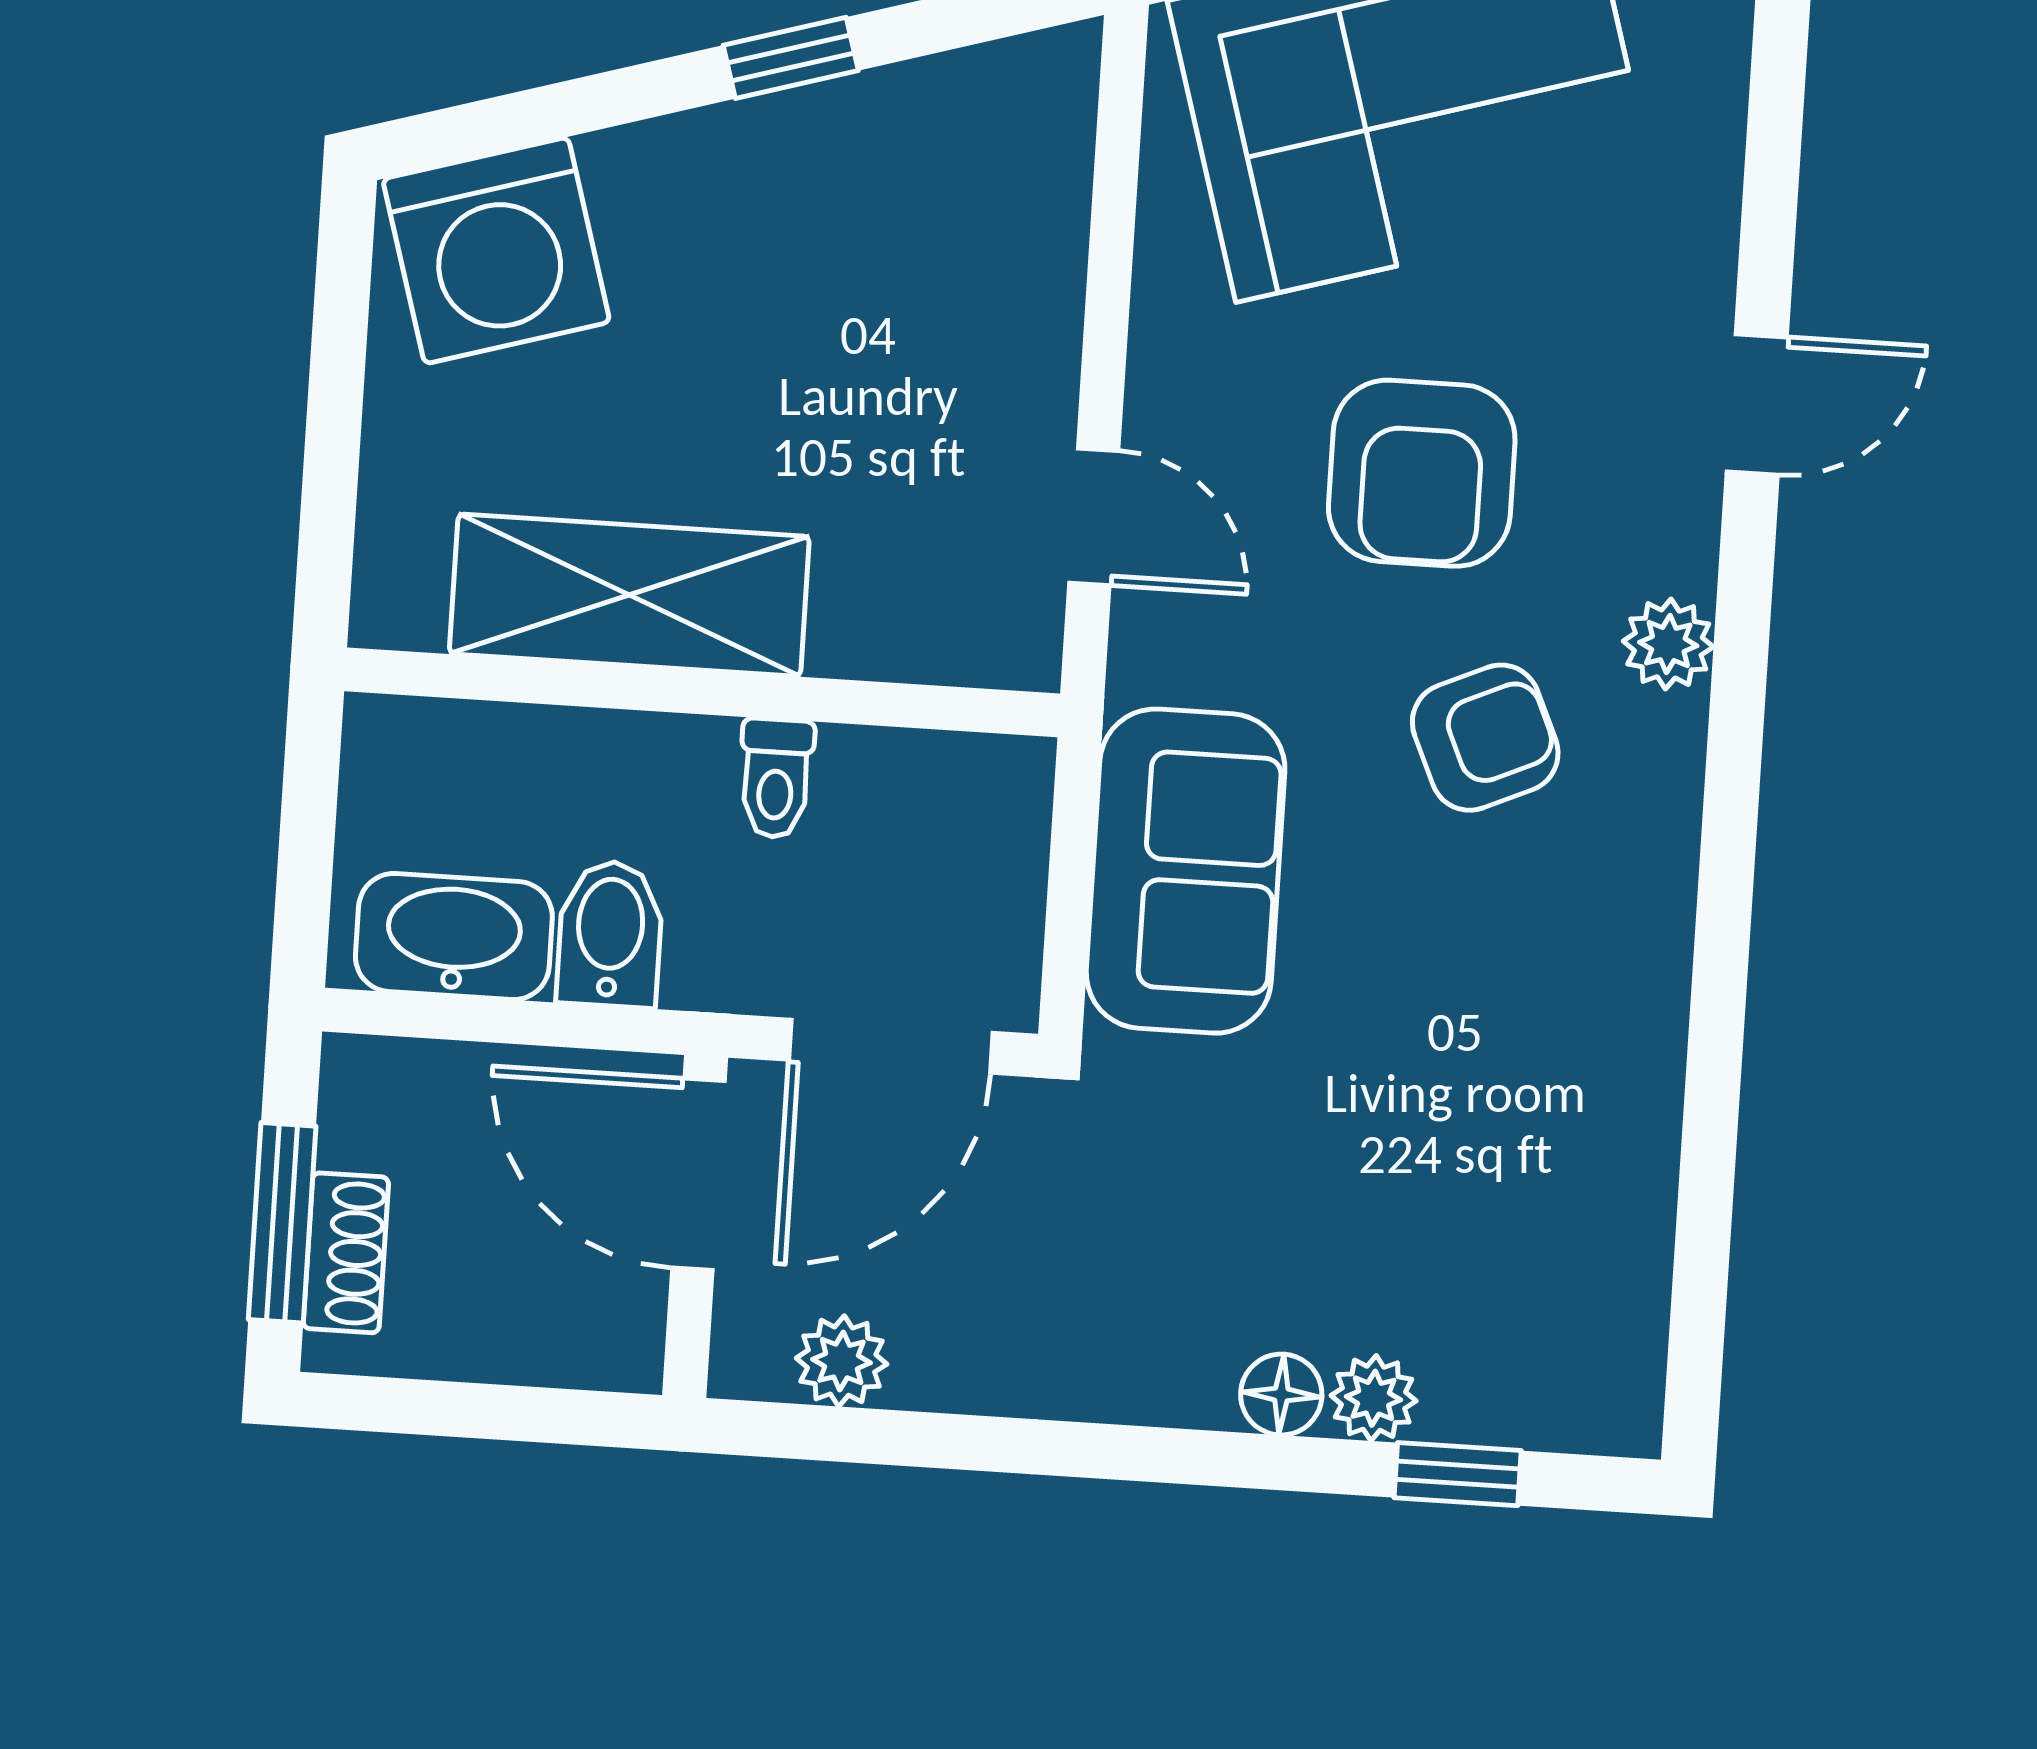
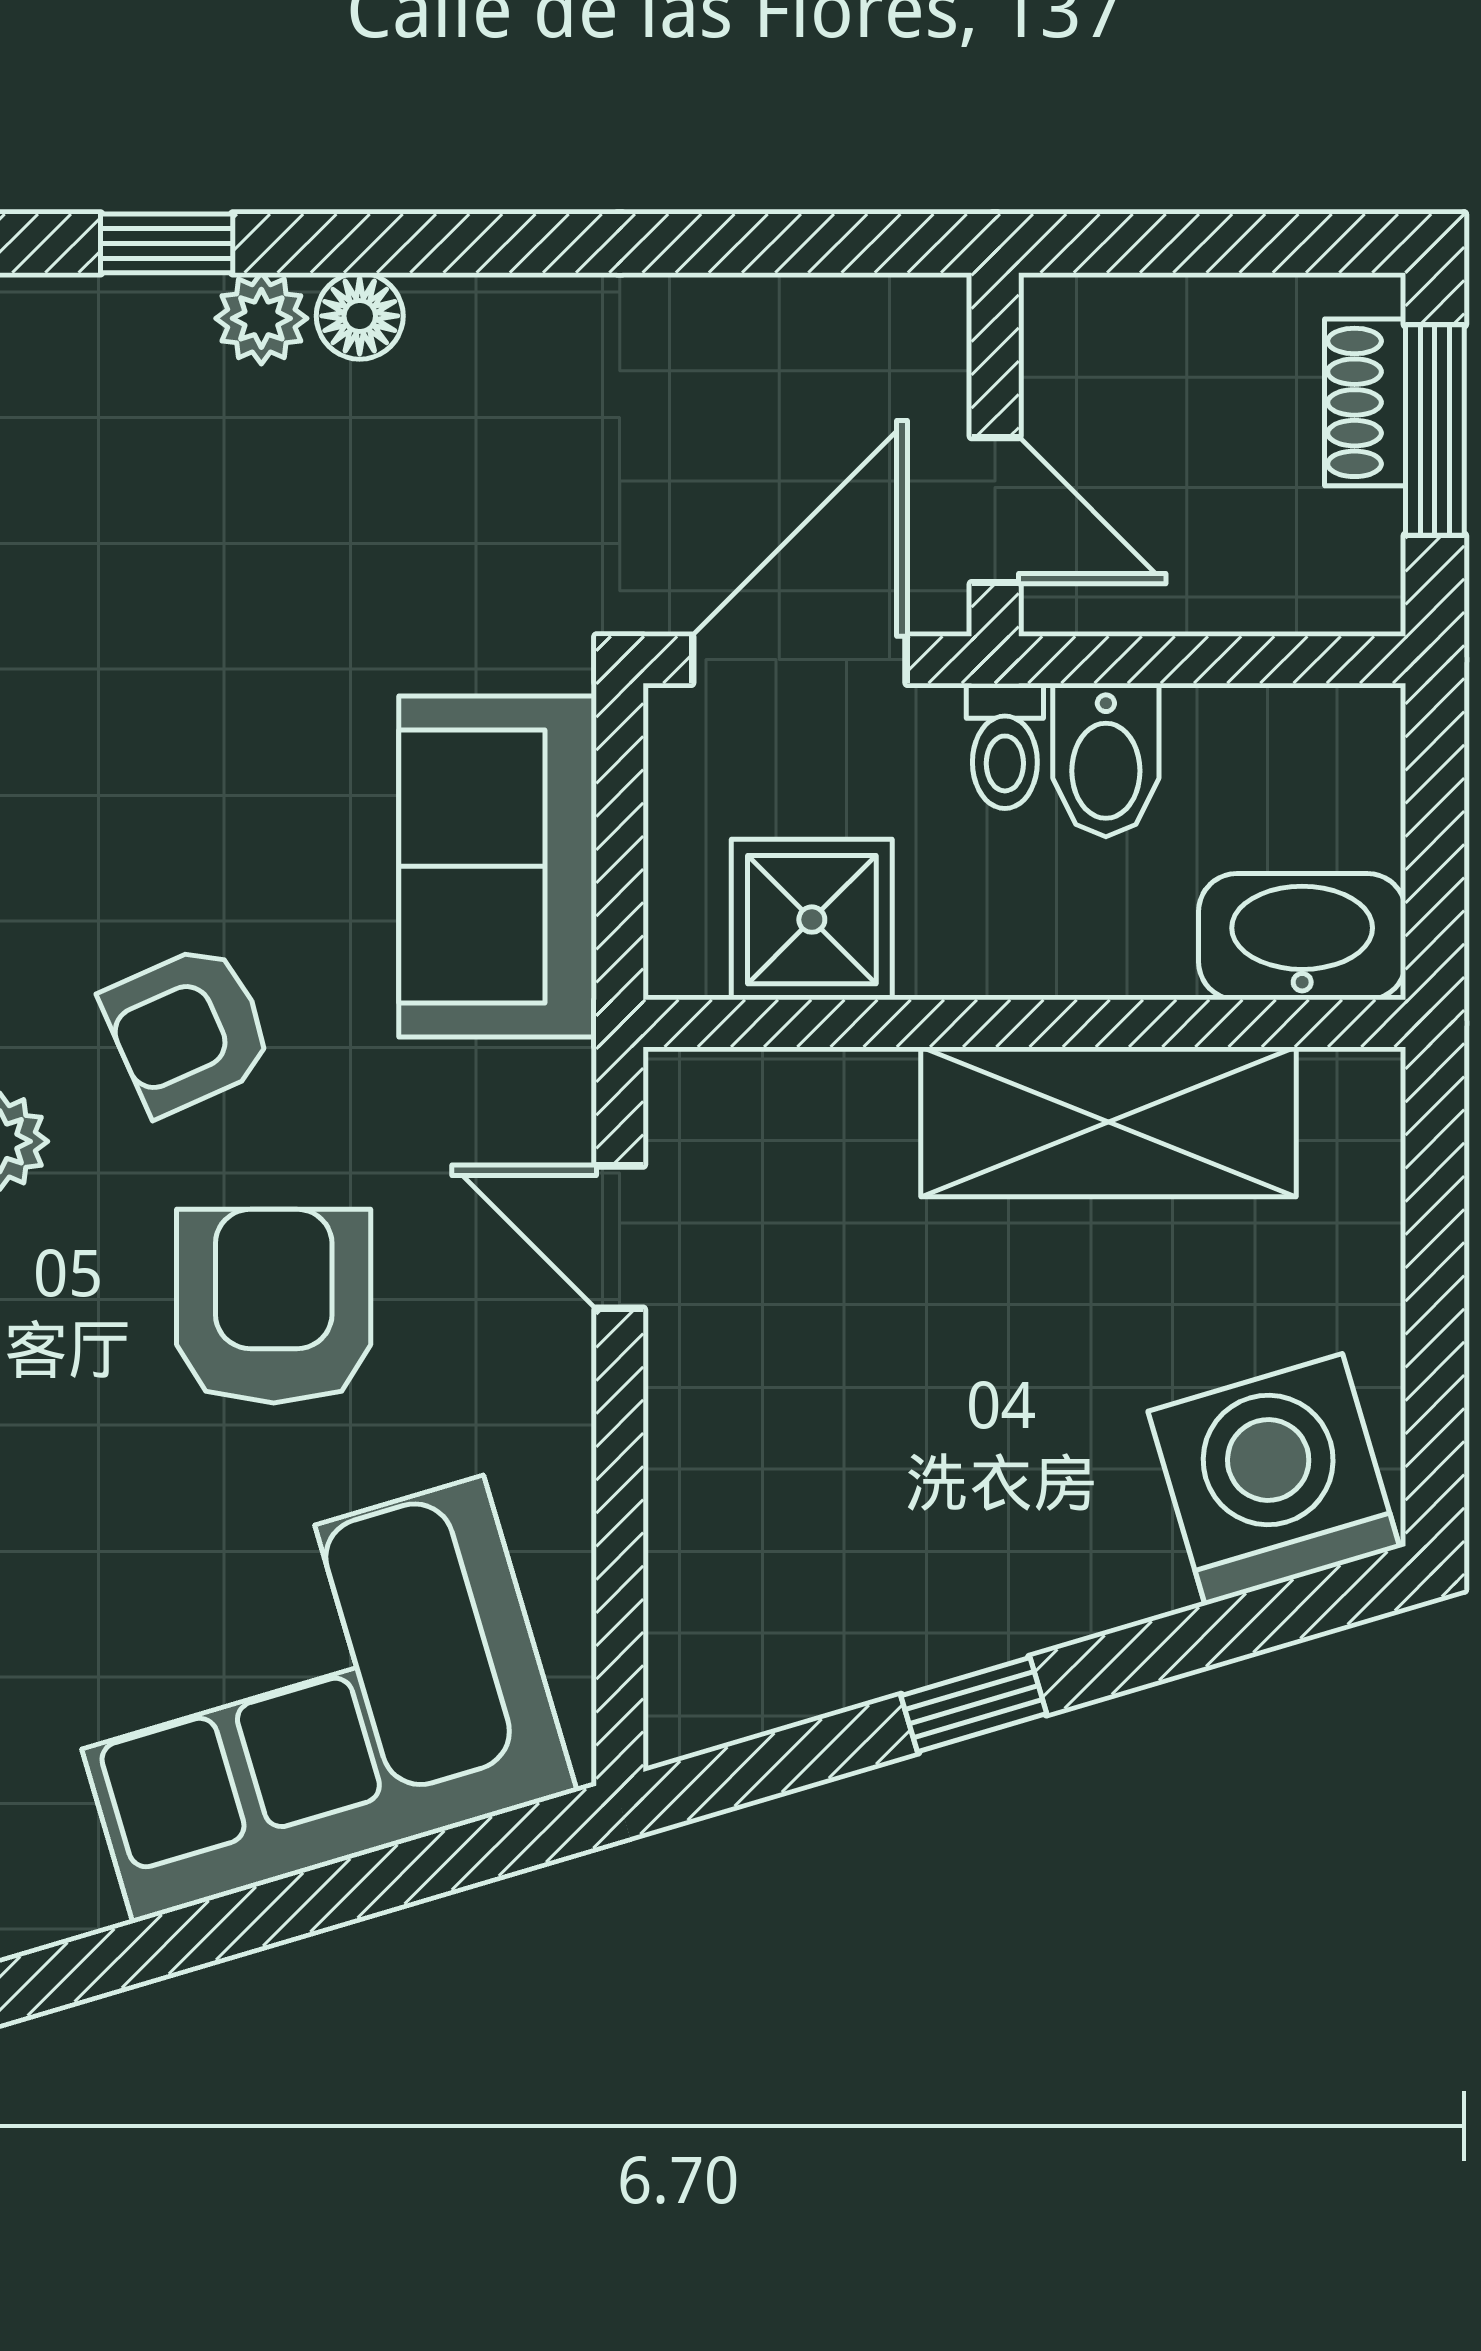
toilet: (776, 778) -> (1005, 746), moved, turned 180
shower: (895, 802) -> (812, 920), added
washbasin: (454, 937) -> (1302, 937), moved, turned 180
door: (699, 1174) -> (995, 510), width x0.73
plant: (842, 1361) -> (830, 321), removed

